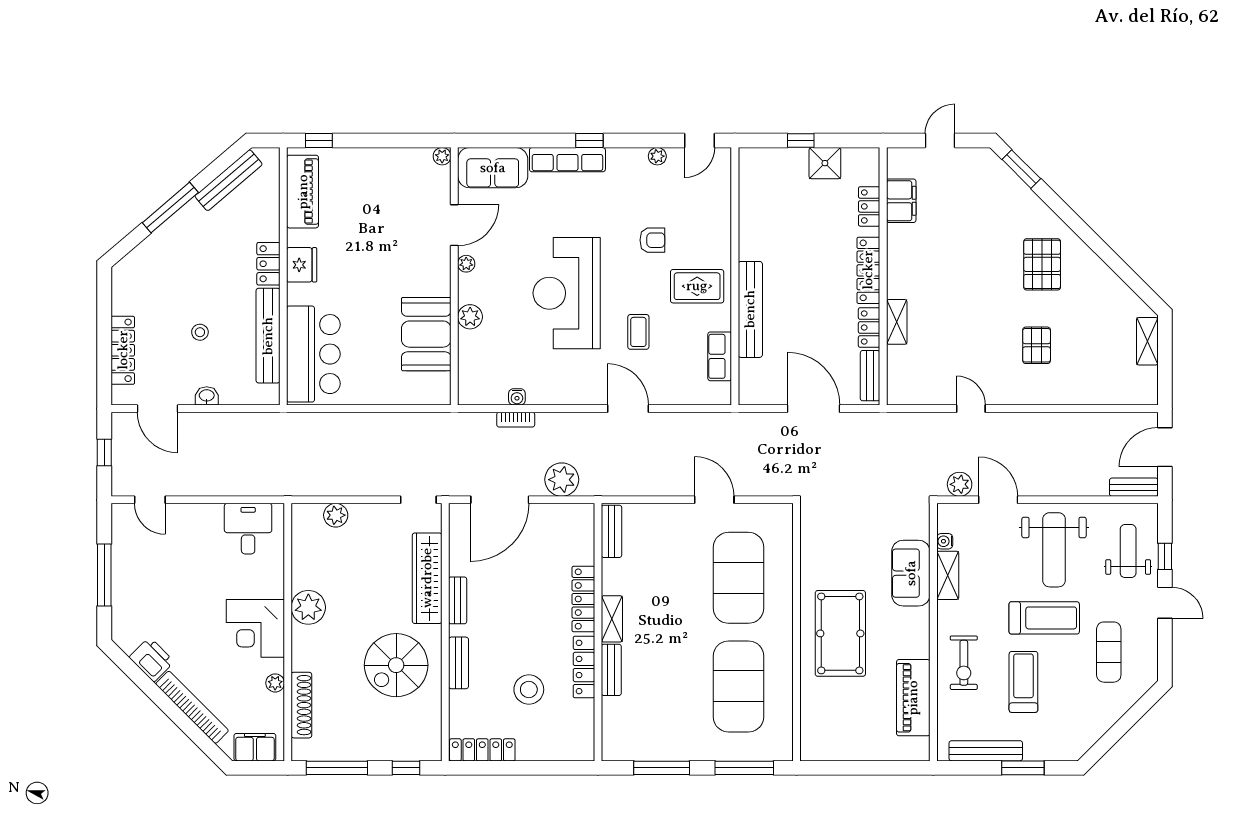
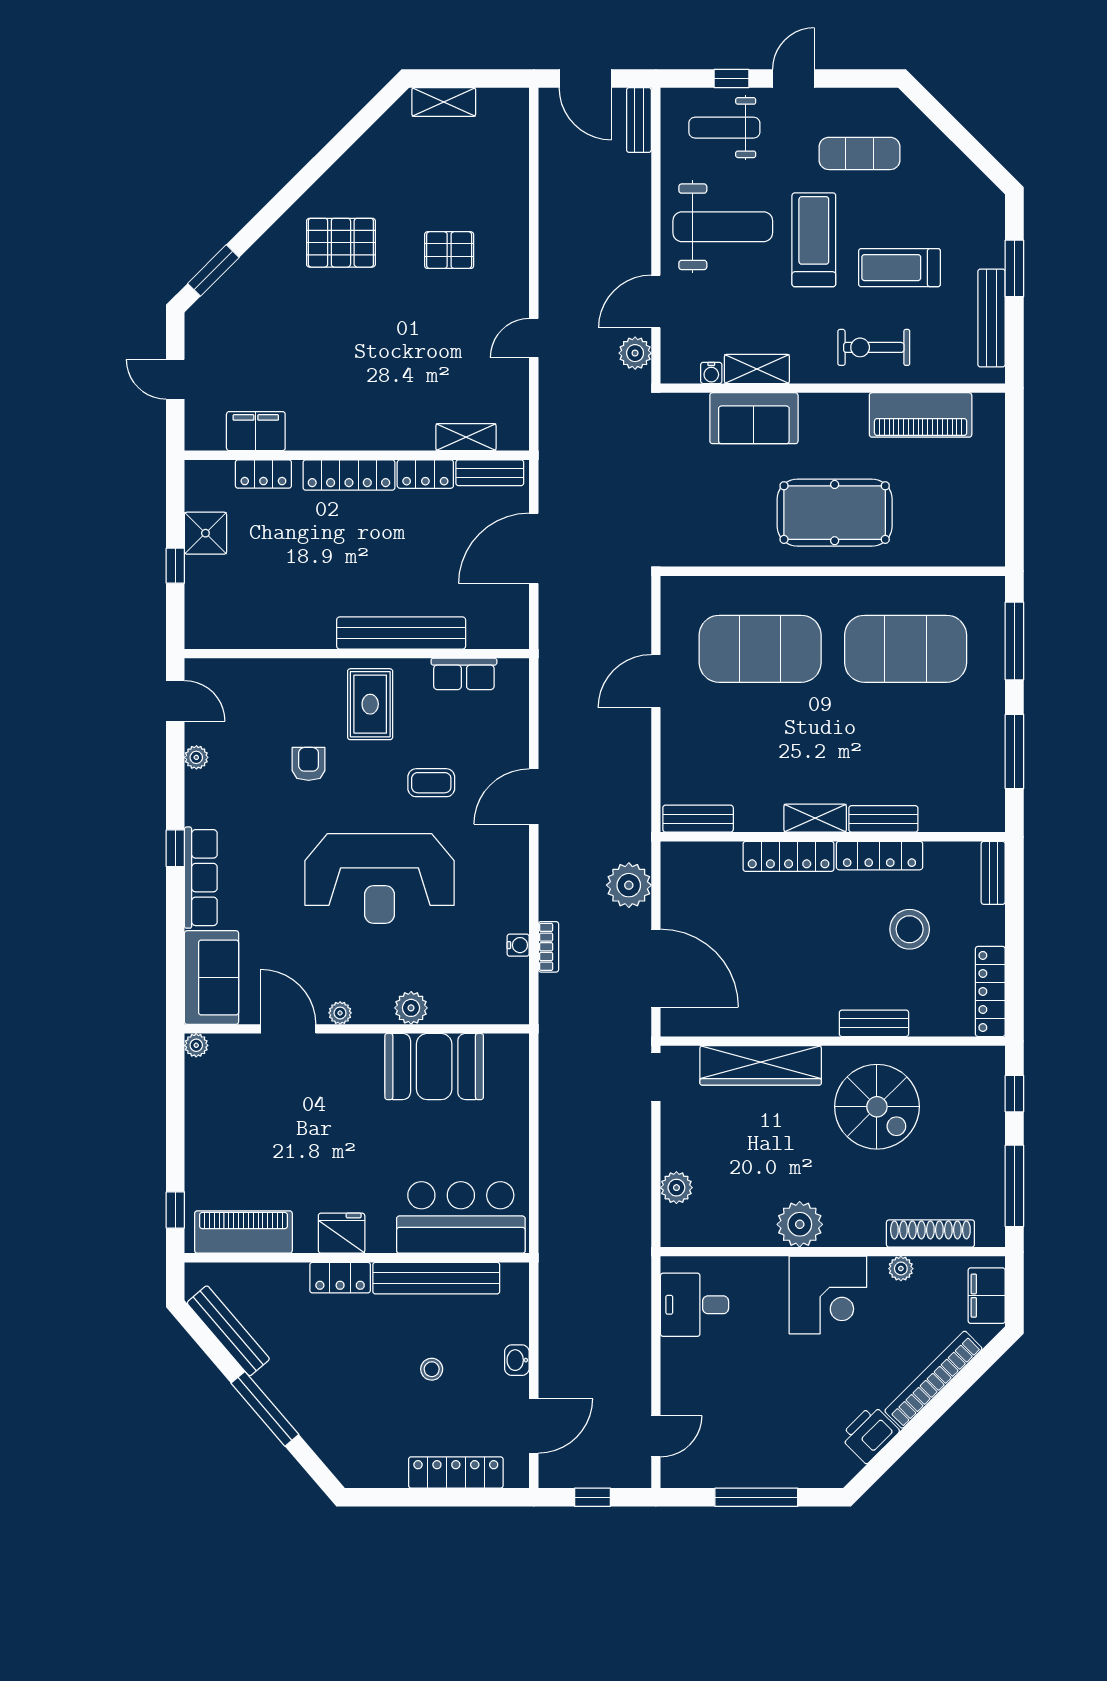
shelving: (897, 322) -> (466, 437), moved
bench: (458, 600) -> (993, 873), moved, turned 90
exercise bike: (964, 663) -> (874, 347), turned 180

